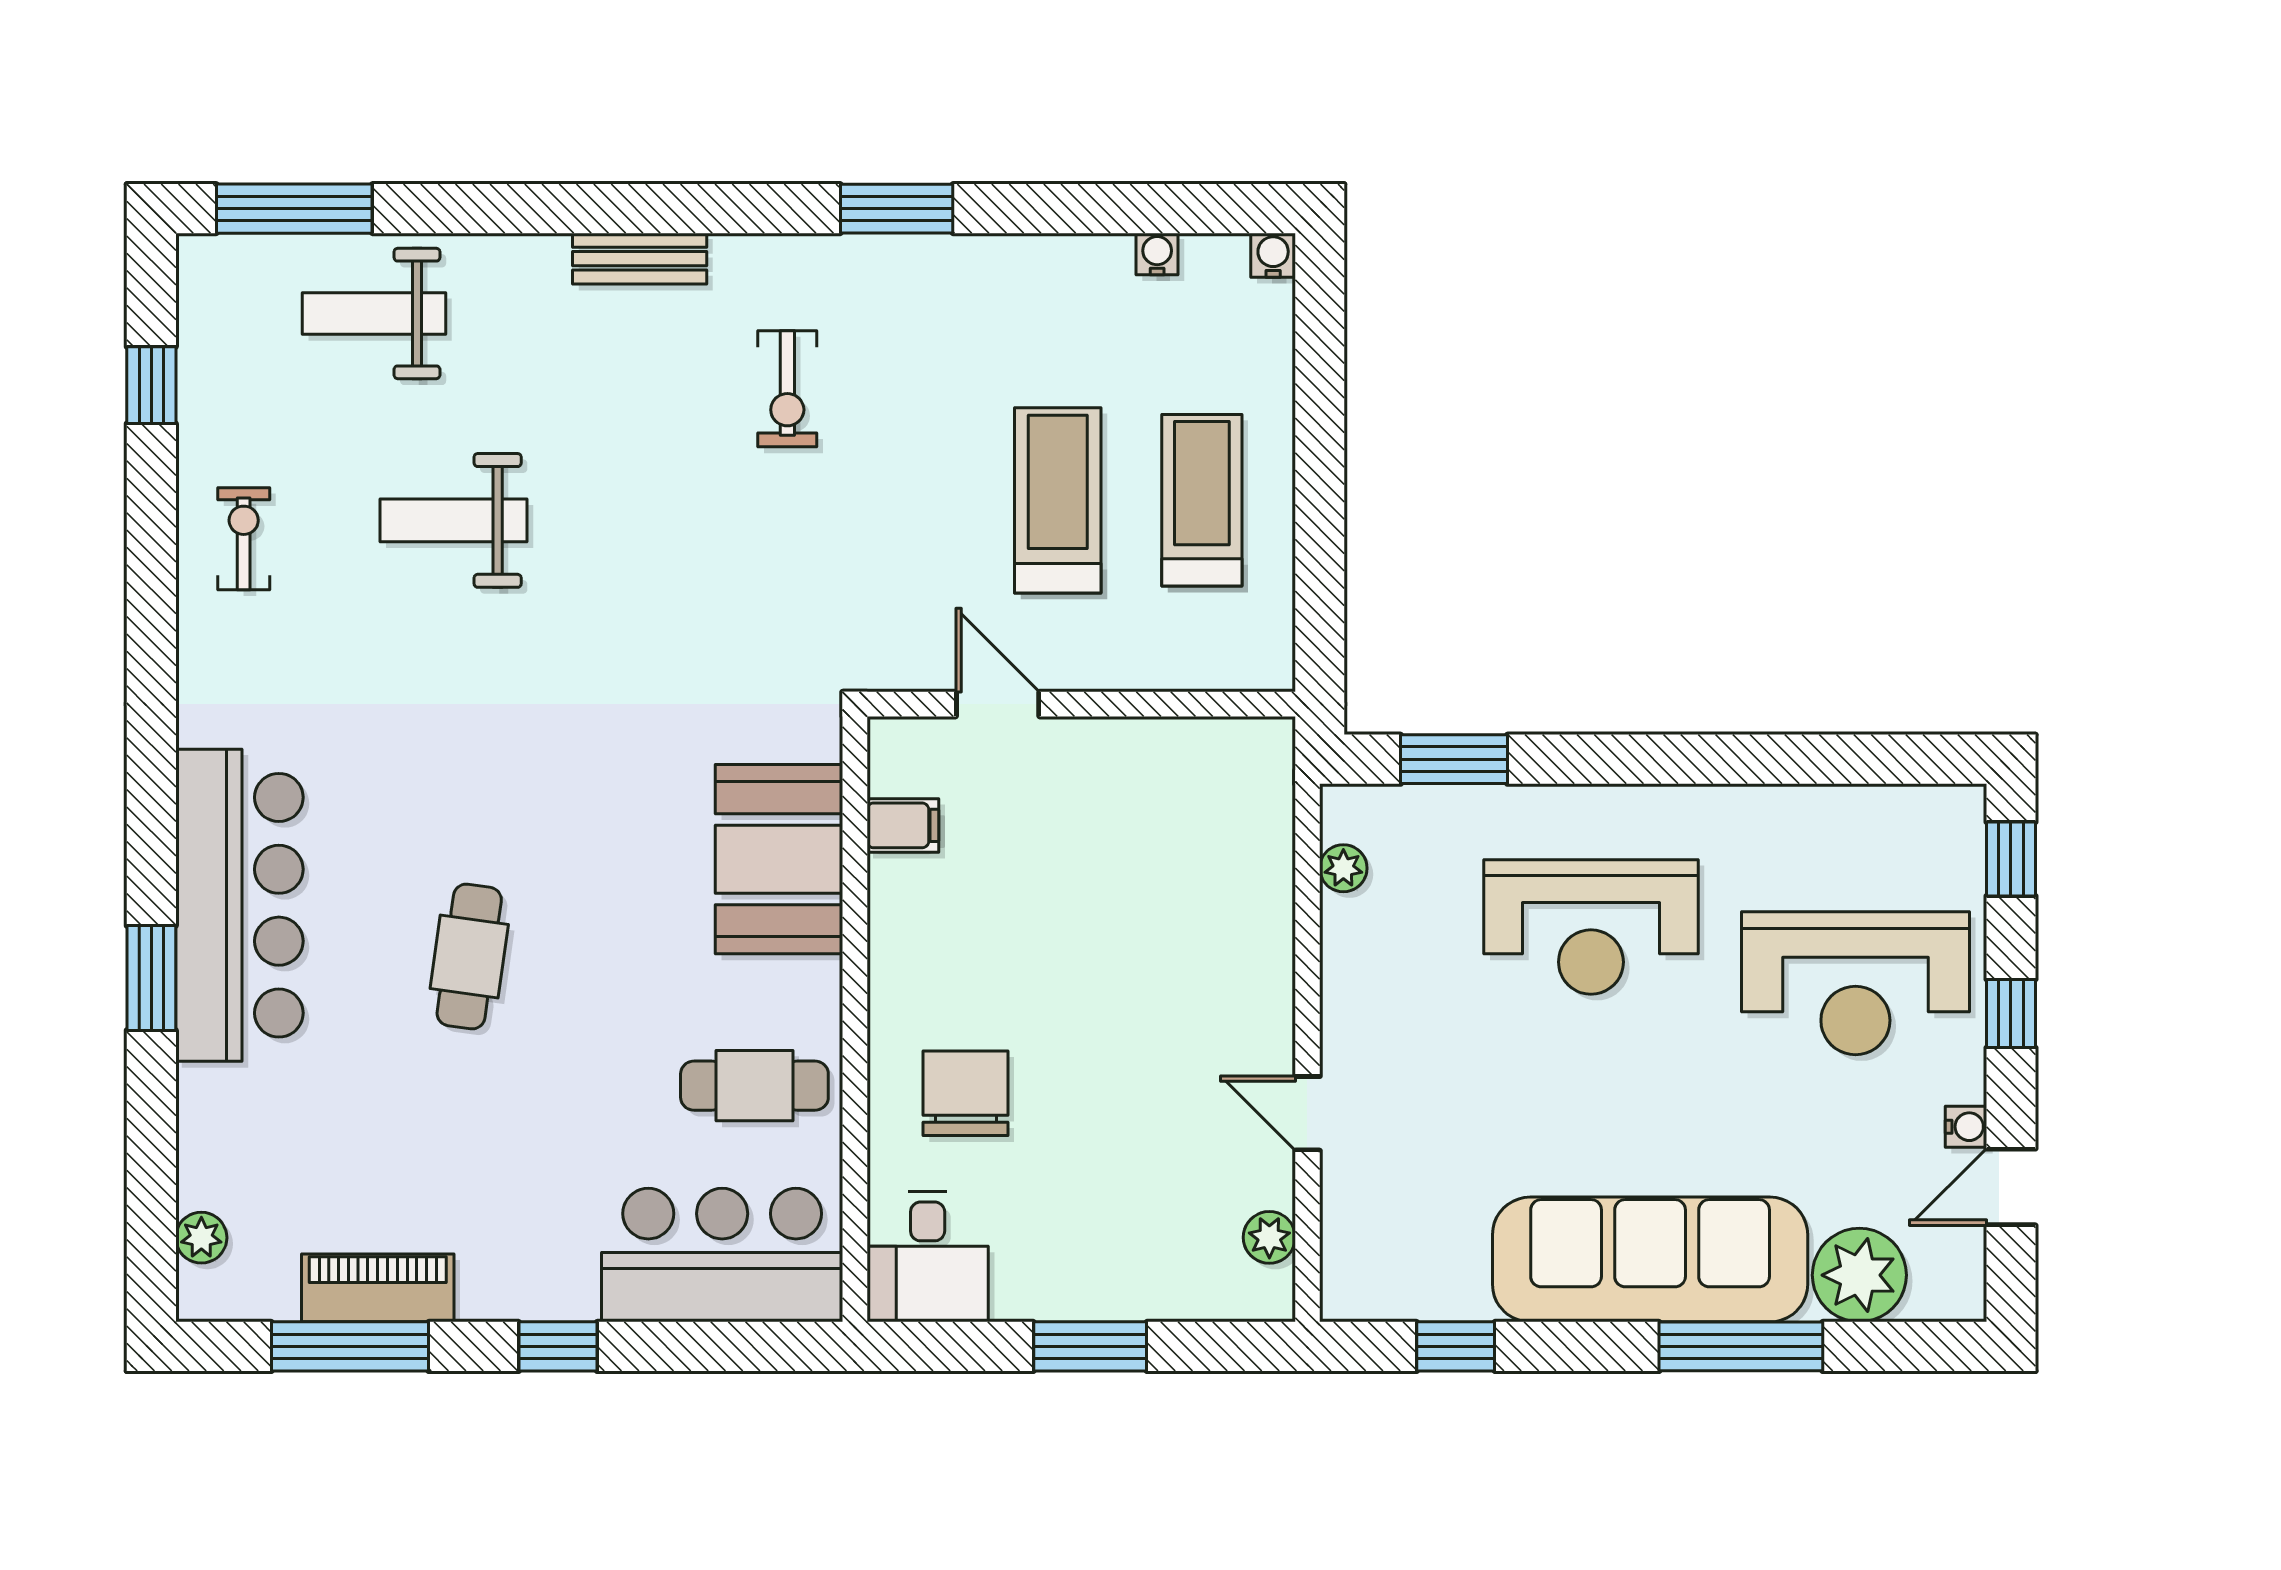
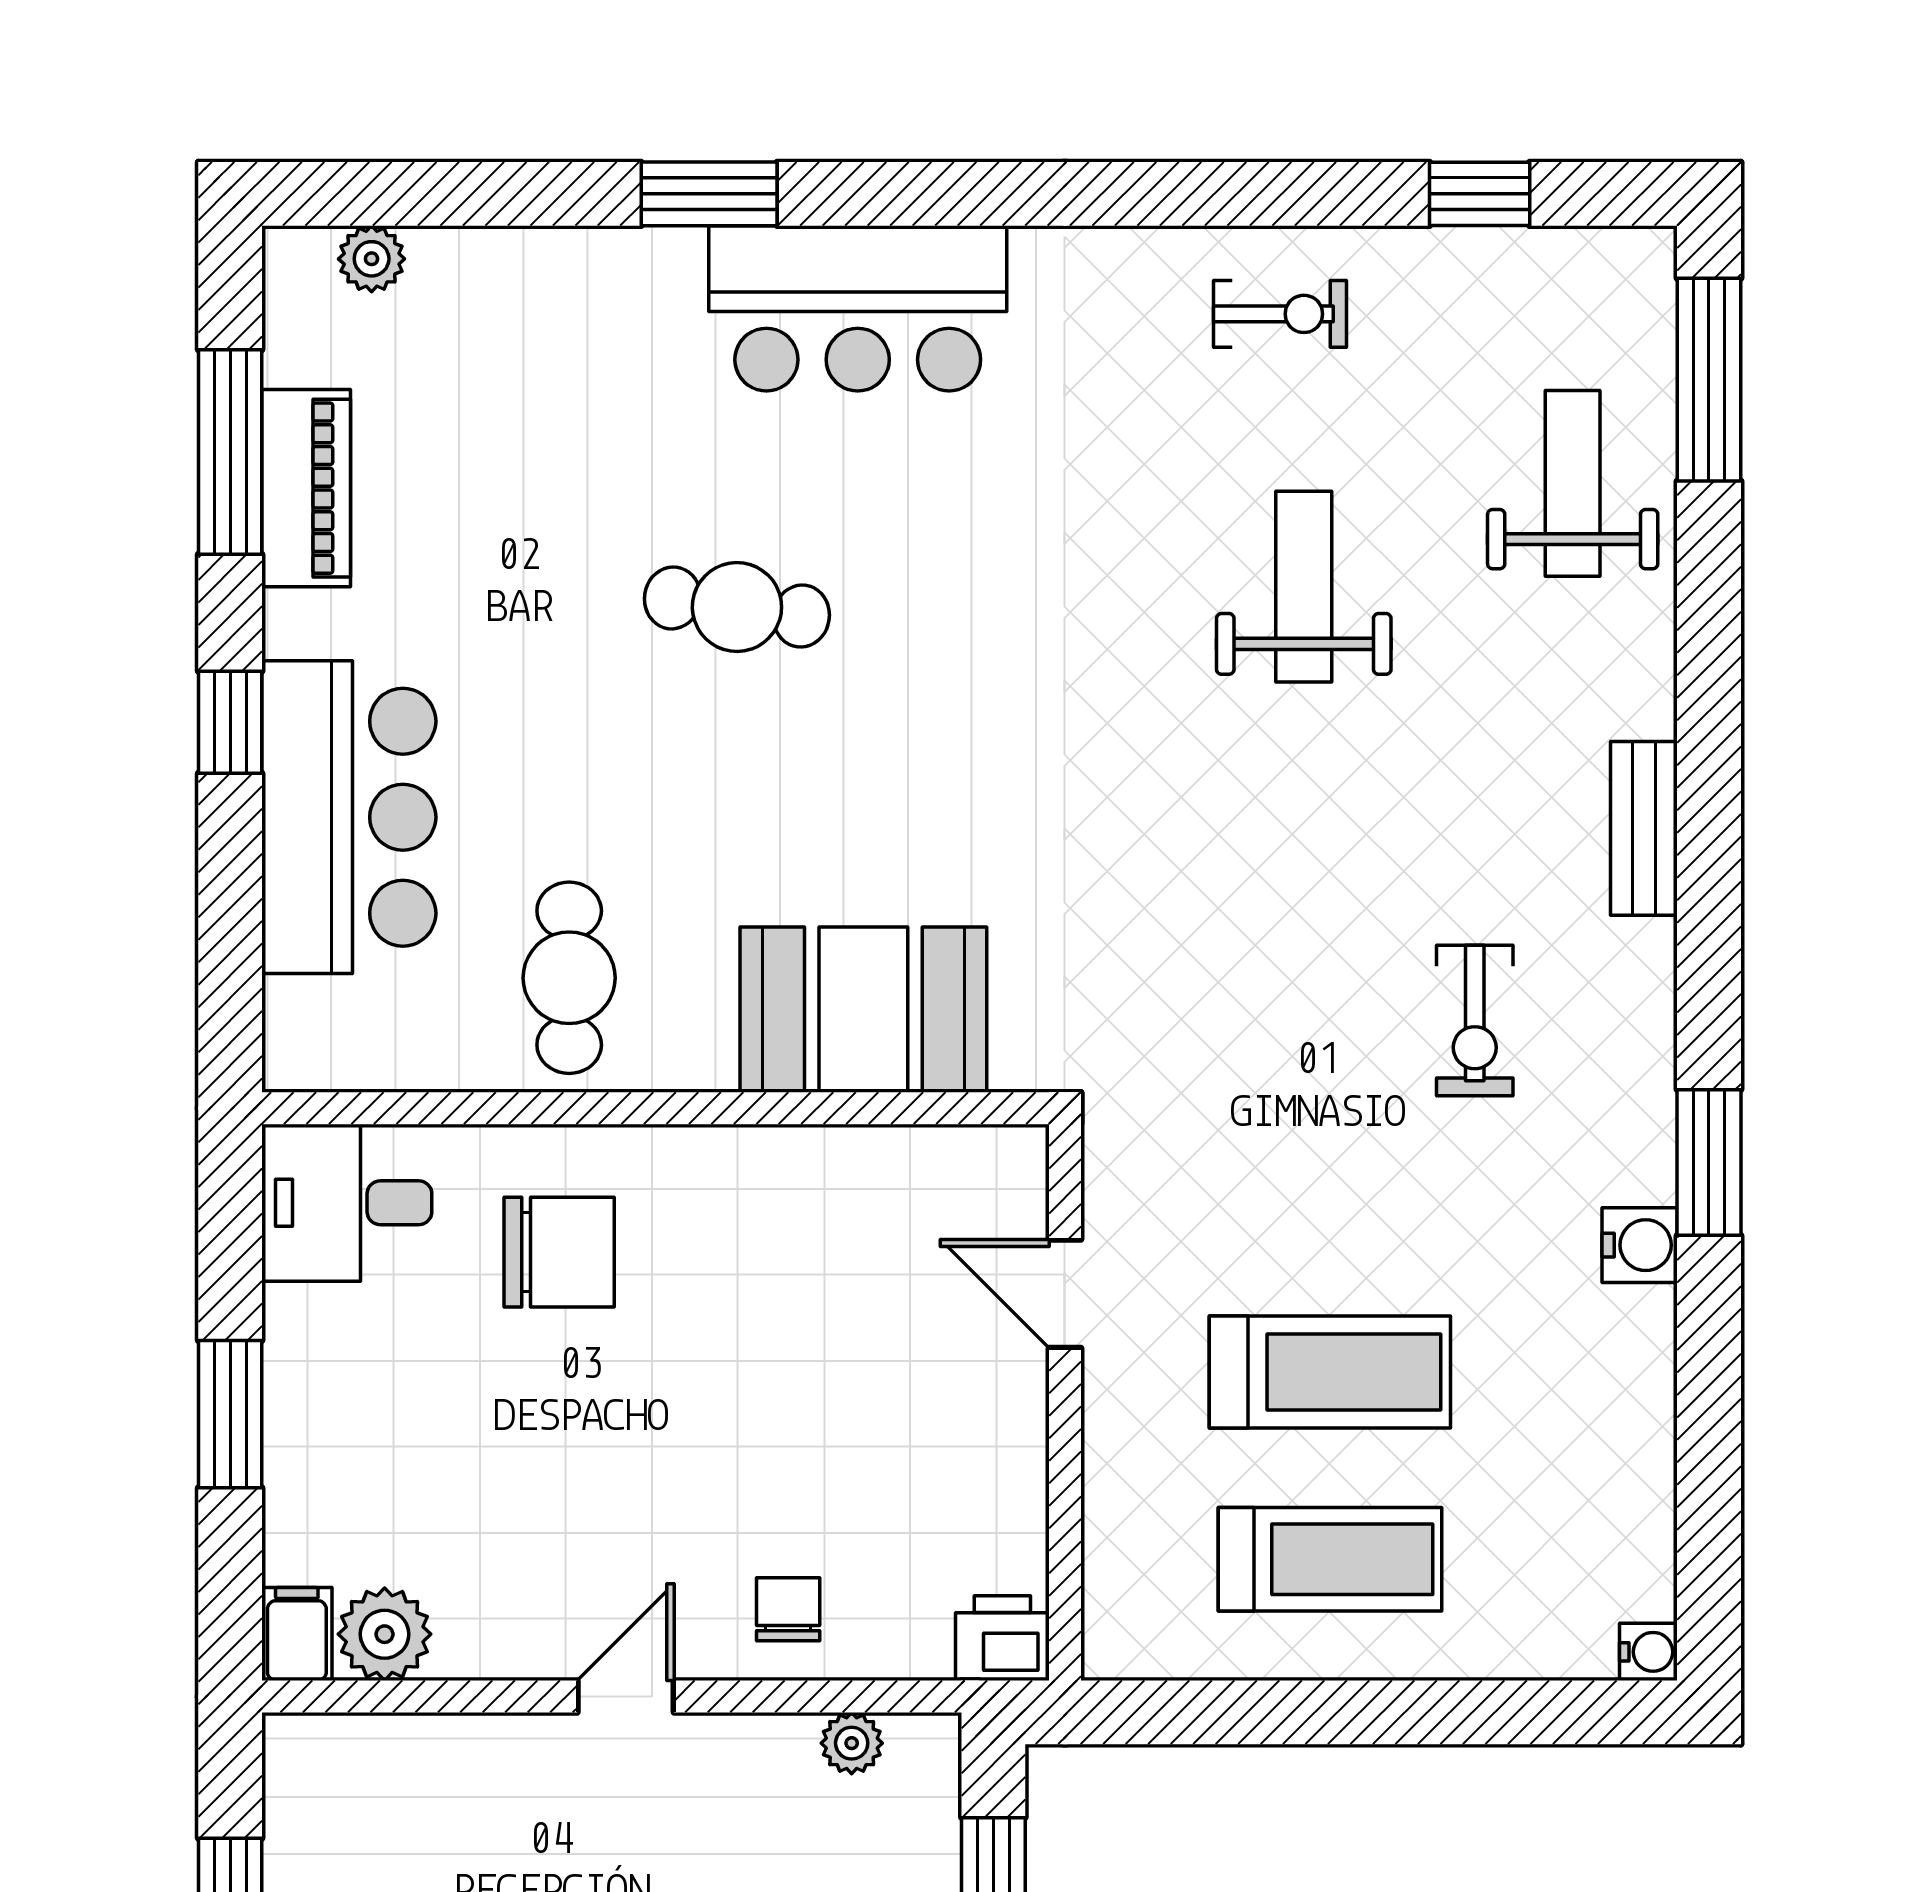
water cooler: (1157, 254) -> (1640, 1245), moved, width x1.38, depth x1.38
exercise bike: (787, 389) -> (1475, 1020), turned -90
door: (998, 704) -> (1065, 1294), swing flipped
printer: (1263, 752) -> (1002, 1638), added
filing cabinet: (903, 825) -> (297, 1634), moved, turned 180
bar counter: (239, 905) -> (858, 308), width x0.73
chair: (1240, 917) -> (788, 1609), added
door: (1307, 1113) -> (626, 1697), moved
plant: (1269, 1237) -> (385, 1634), width x1.38, depth x1.38
bar counter: (722, 1255) -> (349, 817), moved

